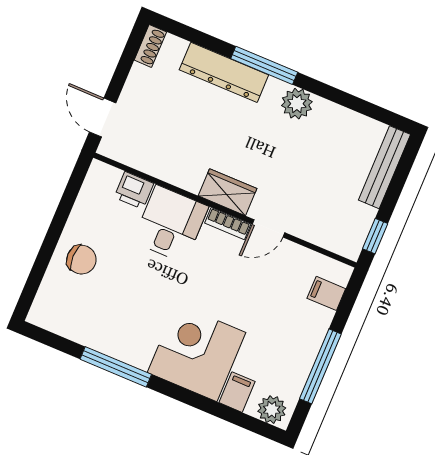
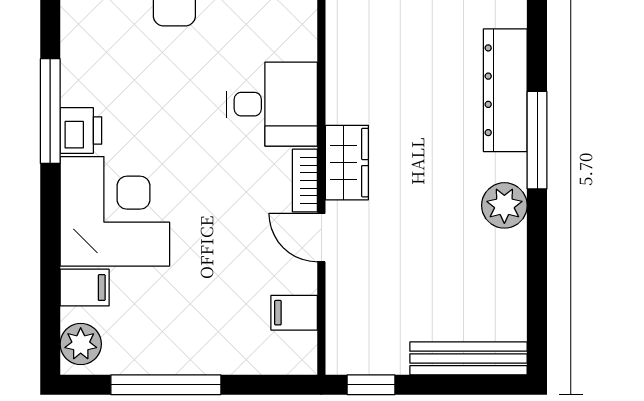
printer: (134, 190) -> (81, 131), moved, turned 180
filing cabinet: (326, 293) -> (294, 313), moved, turned -90

